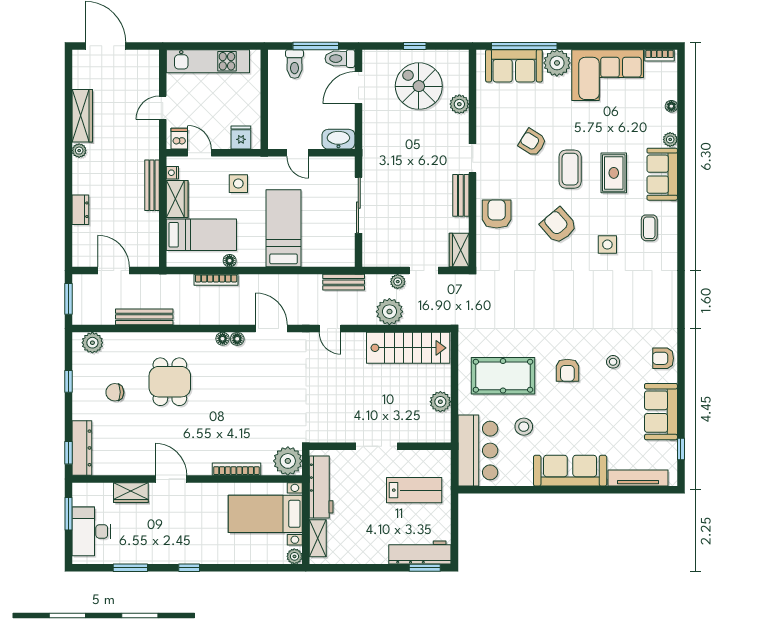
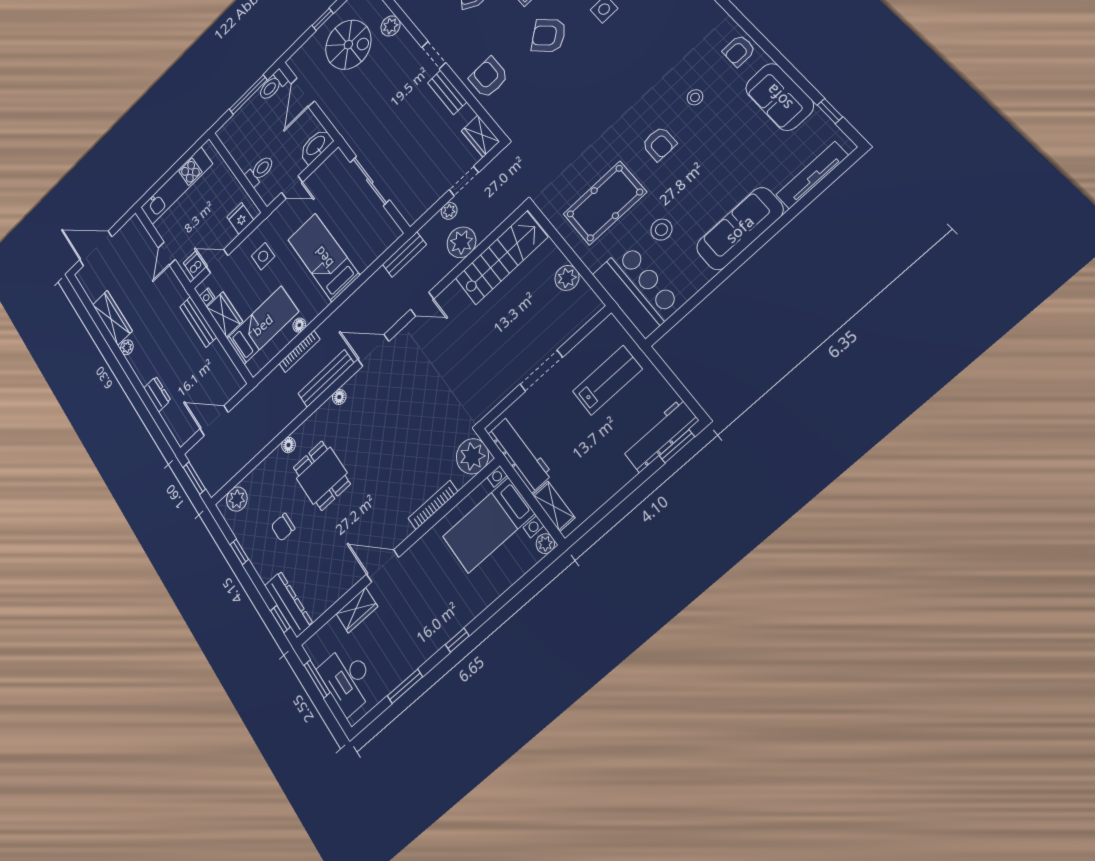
toilet: (295, 64) -> (260, 171), moved, turned -90
spiral stairs: (419, 86) -> (348, 45), turned 180
bench: (144, 317) -> (326, 378), moved
floor lamp: (237, 339) -> (288, 445), moved

